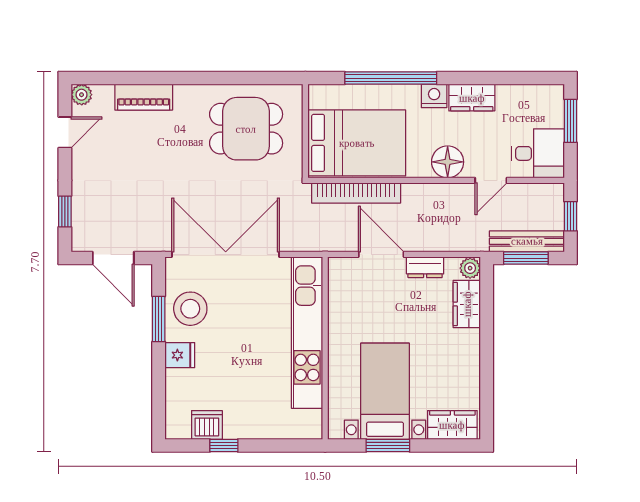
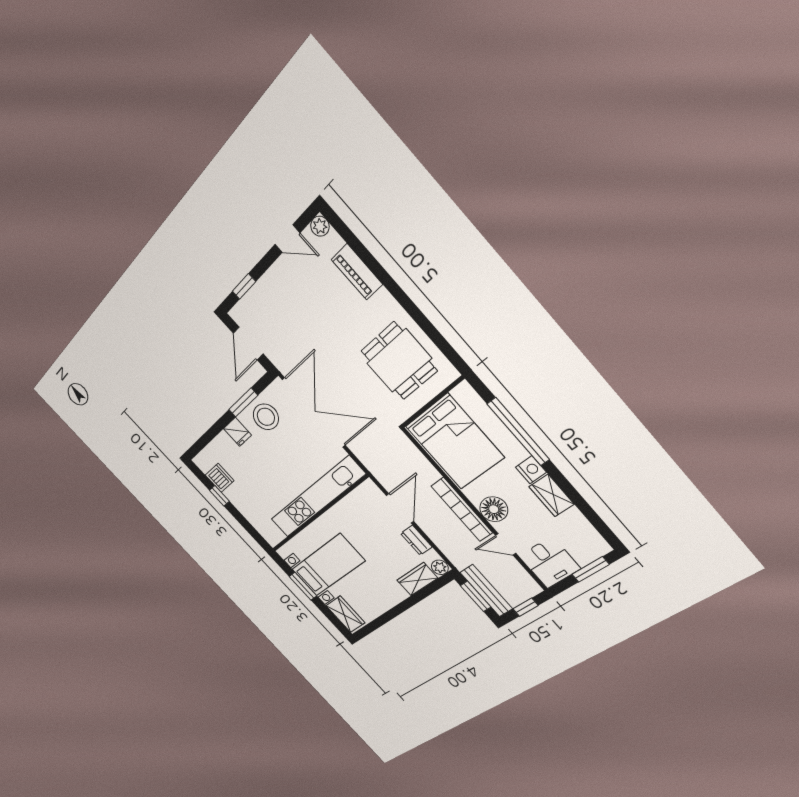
bookcase: (356, 193) -> (462, 509), moved

